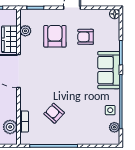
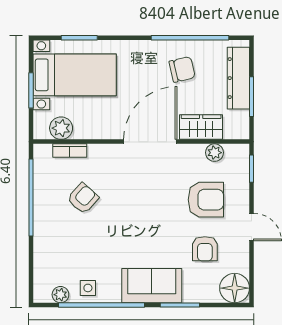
floor lamp: (115, 14) -> (235, 288), width x1.89, depth x1.89
armchair: (86, 37) -> (205, 249), turned 180

